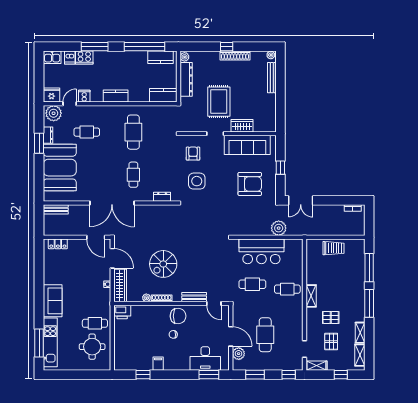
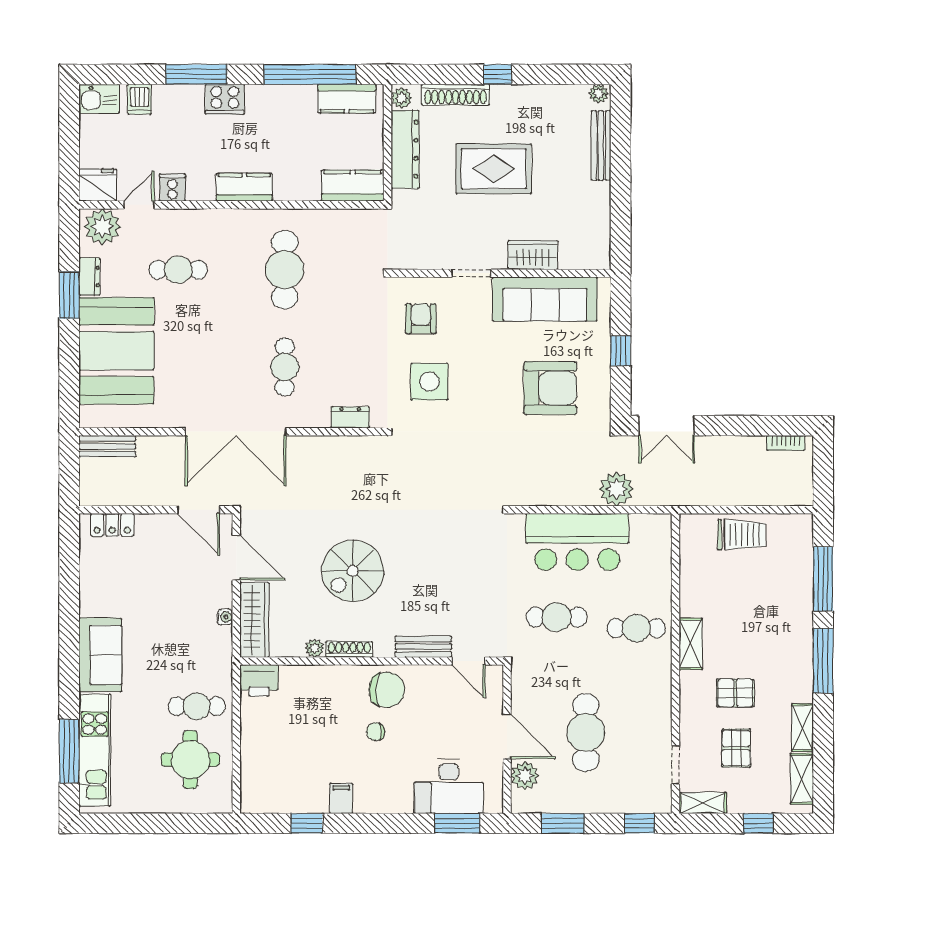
shoe rack: (235, 55) -> (456, 95), moved
cooker: (84, 57) -> (225, 99), moved
rug: (219, 102) -> (494, 169), moved, turned 90

